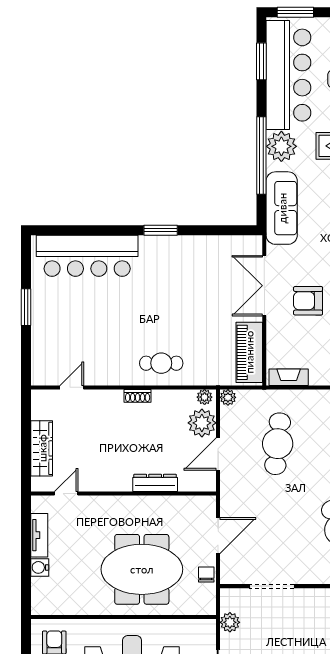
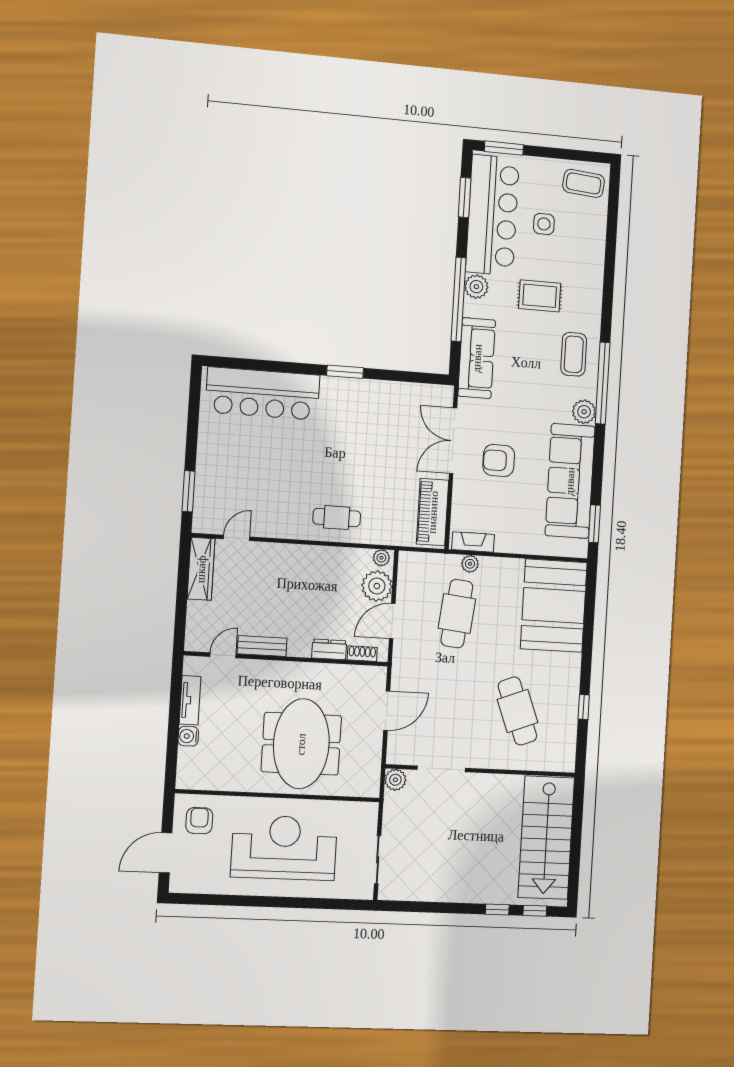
plant: (281, 146) -> (476, 287), width x0.73, depth x0.73
window: (26, 307) -> (188, 491), moved
shoe rack: (138, 396) -> (362, 654), moved, turned 180
plant: (228, 397) -> (470, 564), moved
wardrobe: (42, 448) -> (201, 569), moved
bench: (101, 483) -> (262, 646), added
dresser: (155, 483) -> (329, 649), width x0.70
meeting table: (142, 569) -> (301, 744), turned 90
chair: (206, 574) -> (371, 753), removed
plant: (230, 622) -> (395, 780), moved

